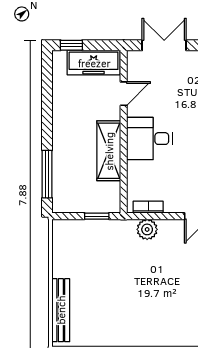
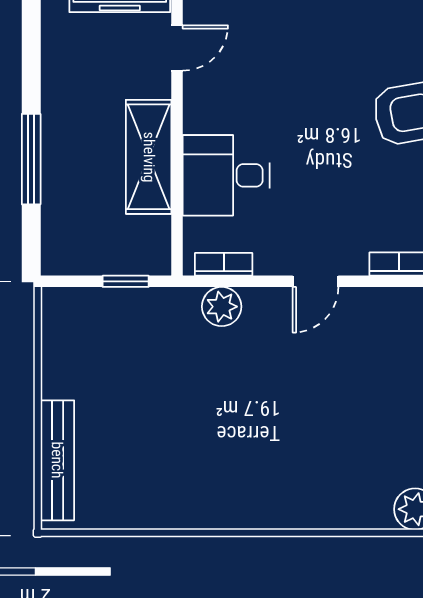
desk: (149, 139) -> (226, 175), moved
window: (47, 174) -> (31, 159), moved

